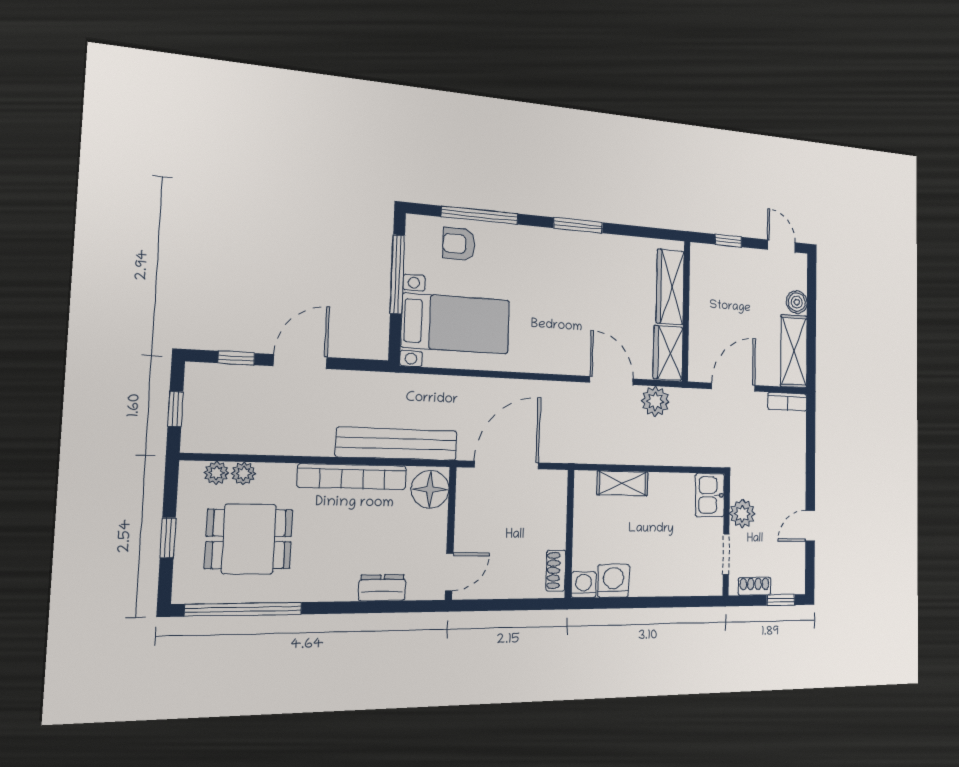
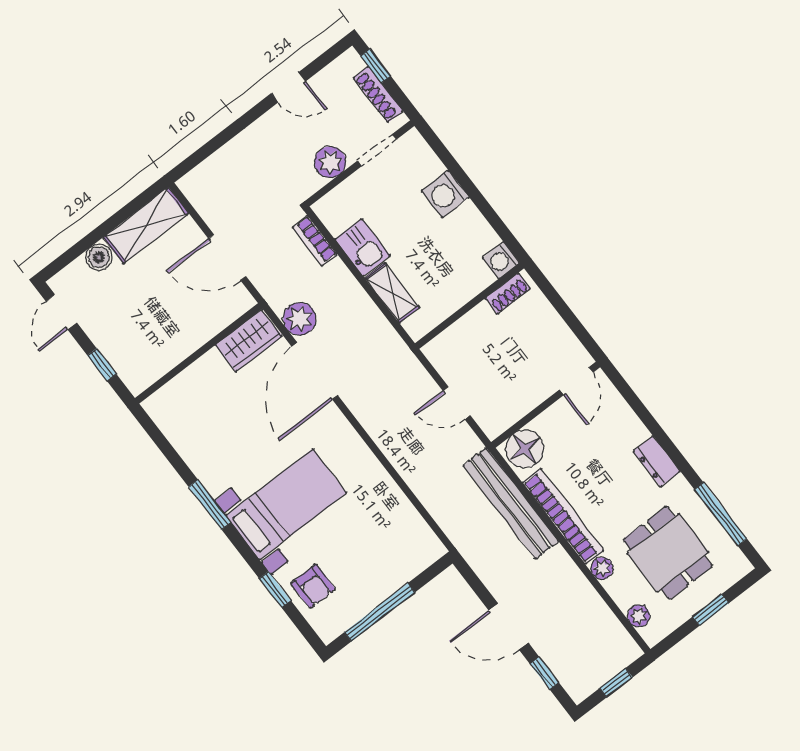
window: (480, 215) -> (275, 589), width x0.46
wardrobe: (670, 287) -> (190, 384), removed
bed with nightstands: (456, 323) -> (286, 504), moved, turned 90
door: (612, 381) -> (315, 371), width x1.36
bookcase: (787, 402) -> (315, 241), moved, turned 180
door: (507, 465) -> (457, 403), width x0.53
plant: (244, 473) -> (602, 568), moved
kitchen sink: (710, 495) -> (362, 247), moved, turned -90
door: (449, 572) -> (576, 381), swing flipped
washing machine: (613, 581) -> (445, 194), moved
shoe rack: (754, 586) -> (378, 95), width x1.43
dresser: (382, 588) -> (657, 461), moved
window: (244, 609) -> (721, 514), width x0.68

